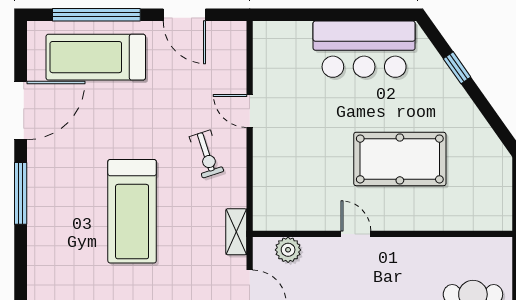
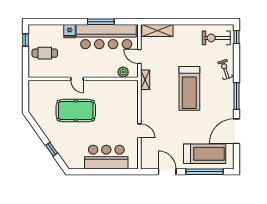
bar counter: (364, 49) -> (106, 157), moved
exercise bike: (207, 154) -> (225, 70), moved
treadmill: (132, 211) -> (189, 88), turned 180
door: (356, 234) -> (77, 79), moved

